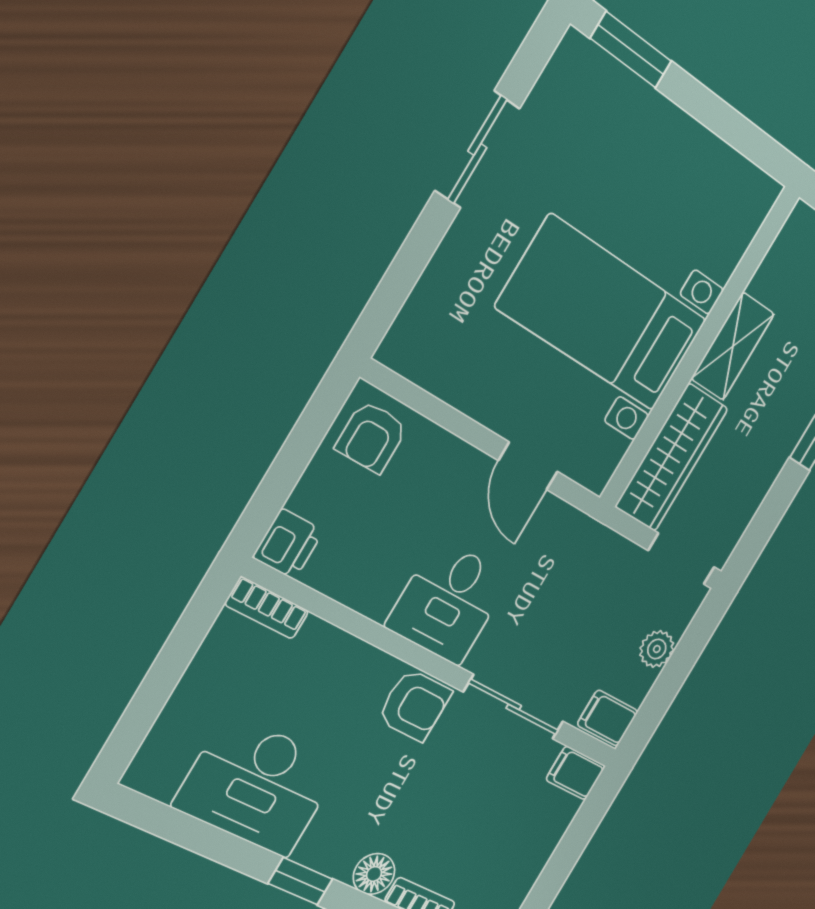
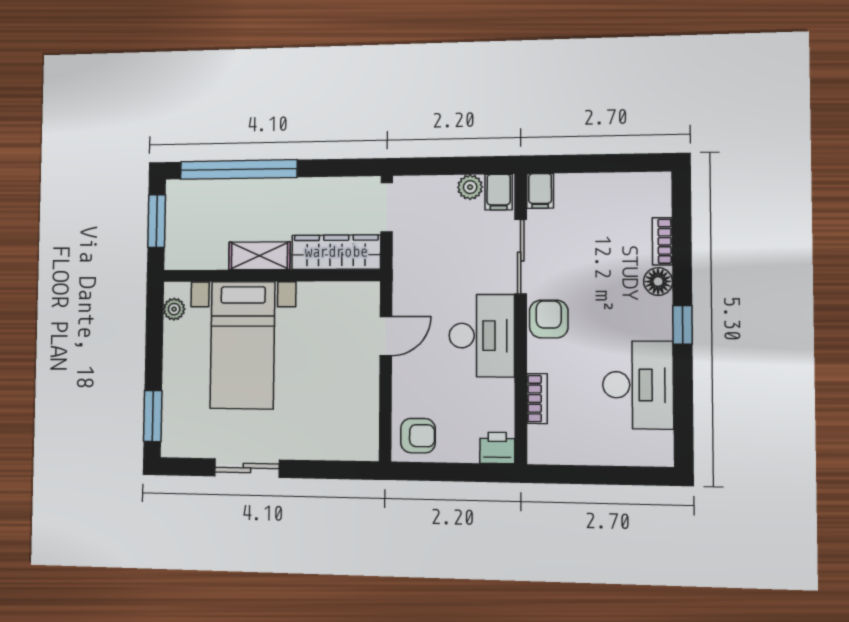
plant: (744, 178) -> (174, 309), added
bed with nightstands: (602, 314) -> (242, 345), moved
desk: (448, 602) -> (482, 336), width x1.37
bookcase: (267, 608) -> (537, 399), moved
plant: (657, 649) -> (470, 187), moved

